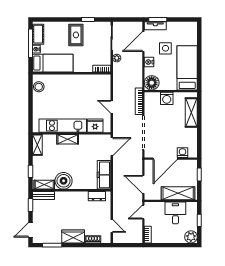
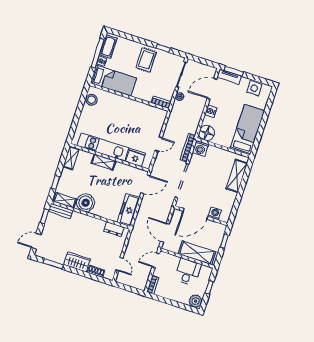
side table: (165, 48) -> (254, 88), moved
washing machine: (167, 98) -> (200, 148), moved
door: (112, 107) -> (159, 144), swing flipped

